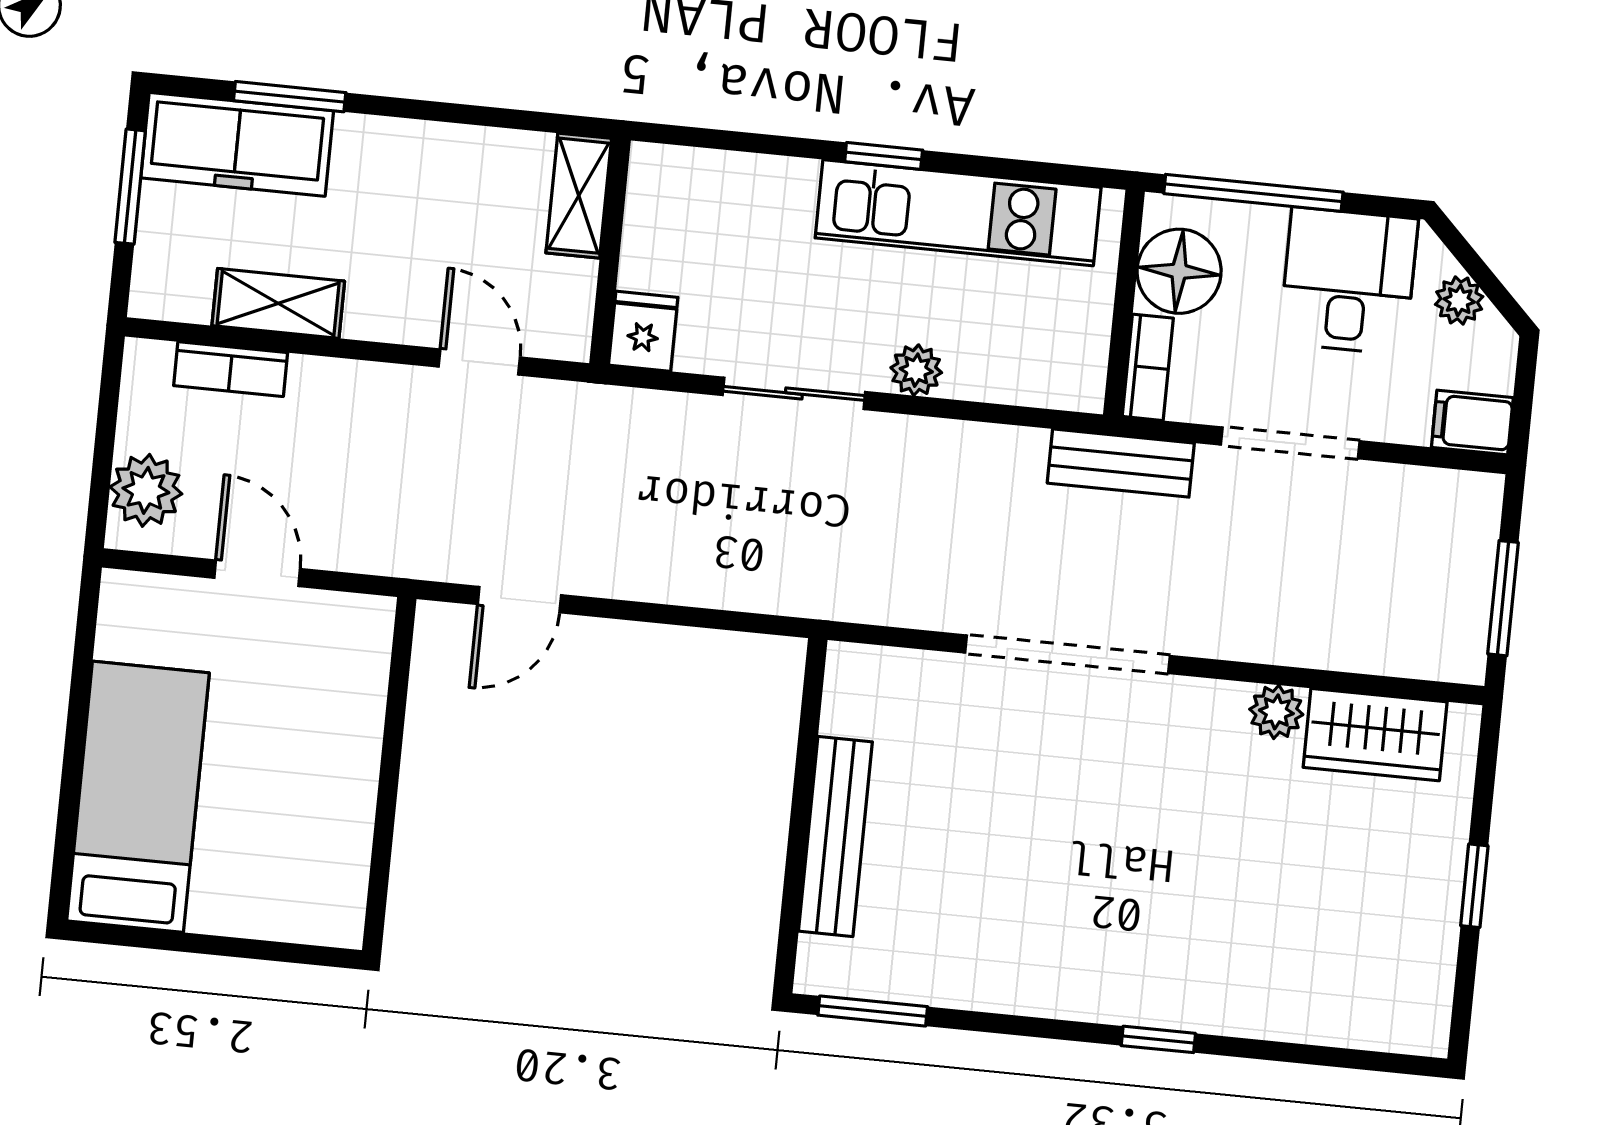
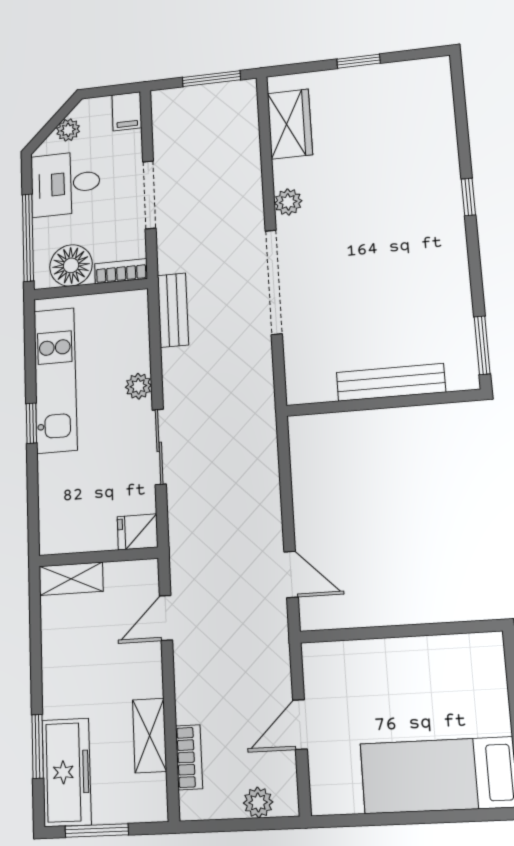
bench: (1121, 463) -> (173, 310), moved
plant: (146, 490) -> (258, 802), width x0.73, depth x0.73
plant: (1276, 712) -> (288, 202), moved

